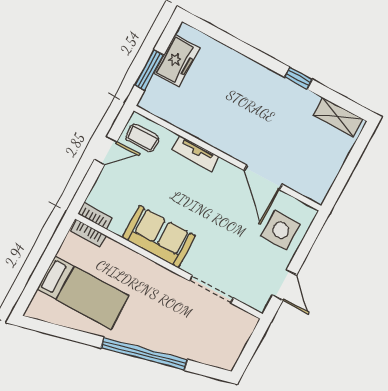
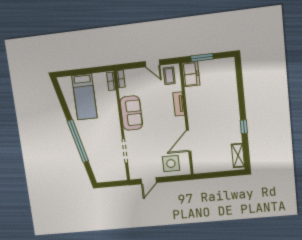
freezer: (177, 61) -> (191, 74), moved, turned -90

